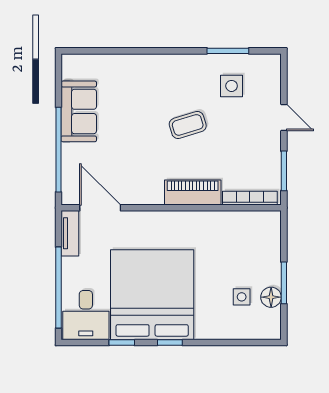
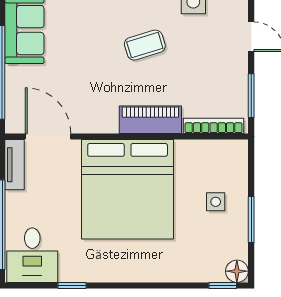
bed: (152, 295) -> (128, 189), moved, turned 180
side table: (242, 297) -> (216, 202), moved
floor lamp: (271, 297) -> (237, 271), moved
window: (170, 343) -> (223, 285), moved

